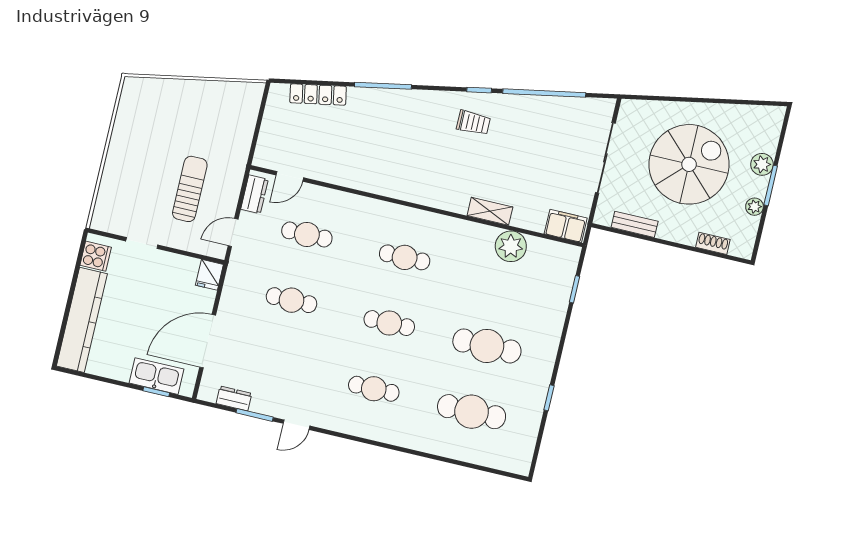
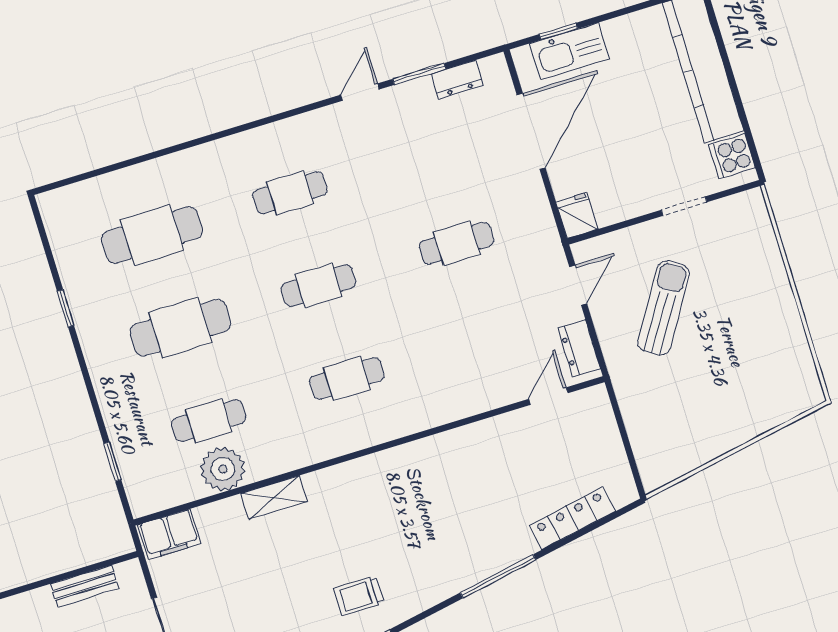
sun lounger: (190, 189) -> (664, 308), turned -148
cafe table: (307, 234) -> (209, 421), moved

